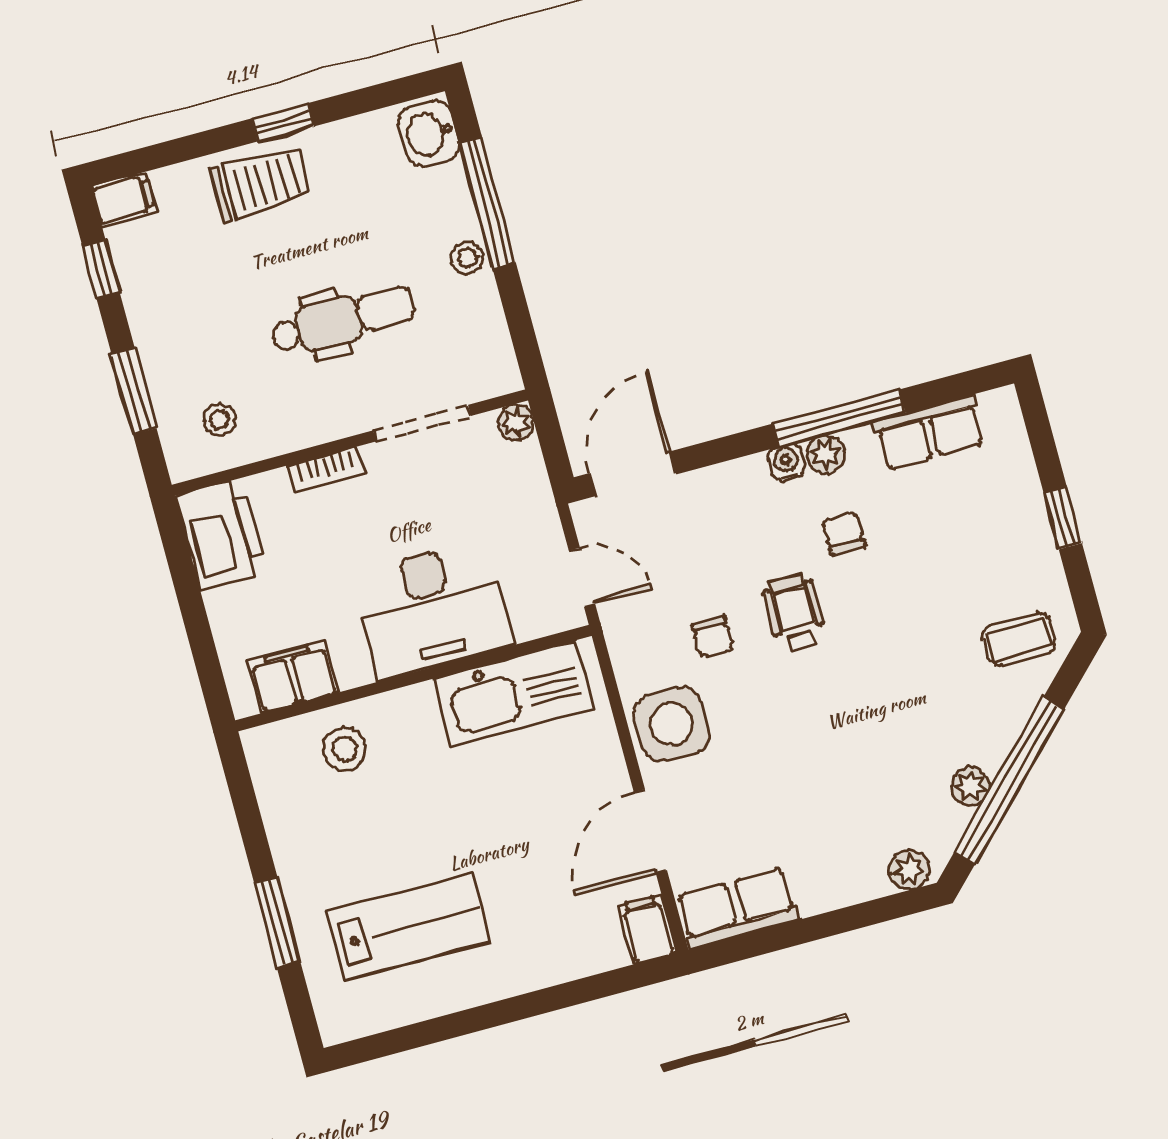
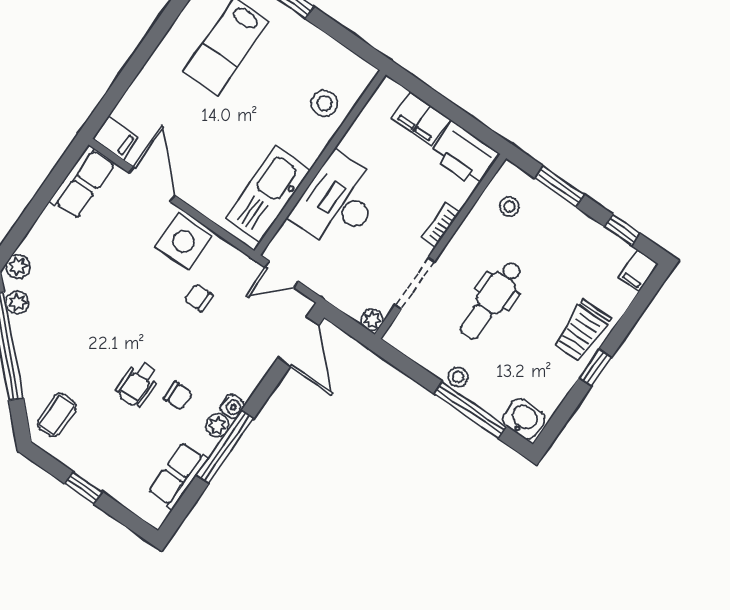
wheelchair: (794, 613) -> (138, 384), moved, turned 90
filing cabinet: (293, 677) -> (421, 119), moved, turned 90
plant: (970, 786) -> (17, 302), moved

